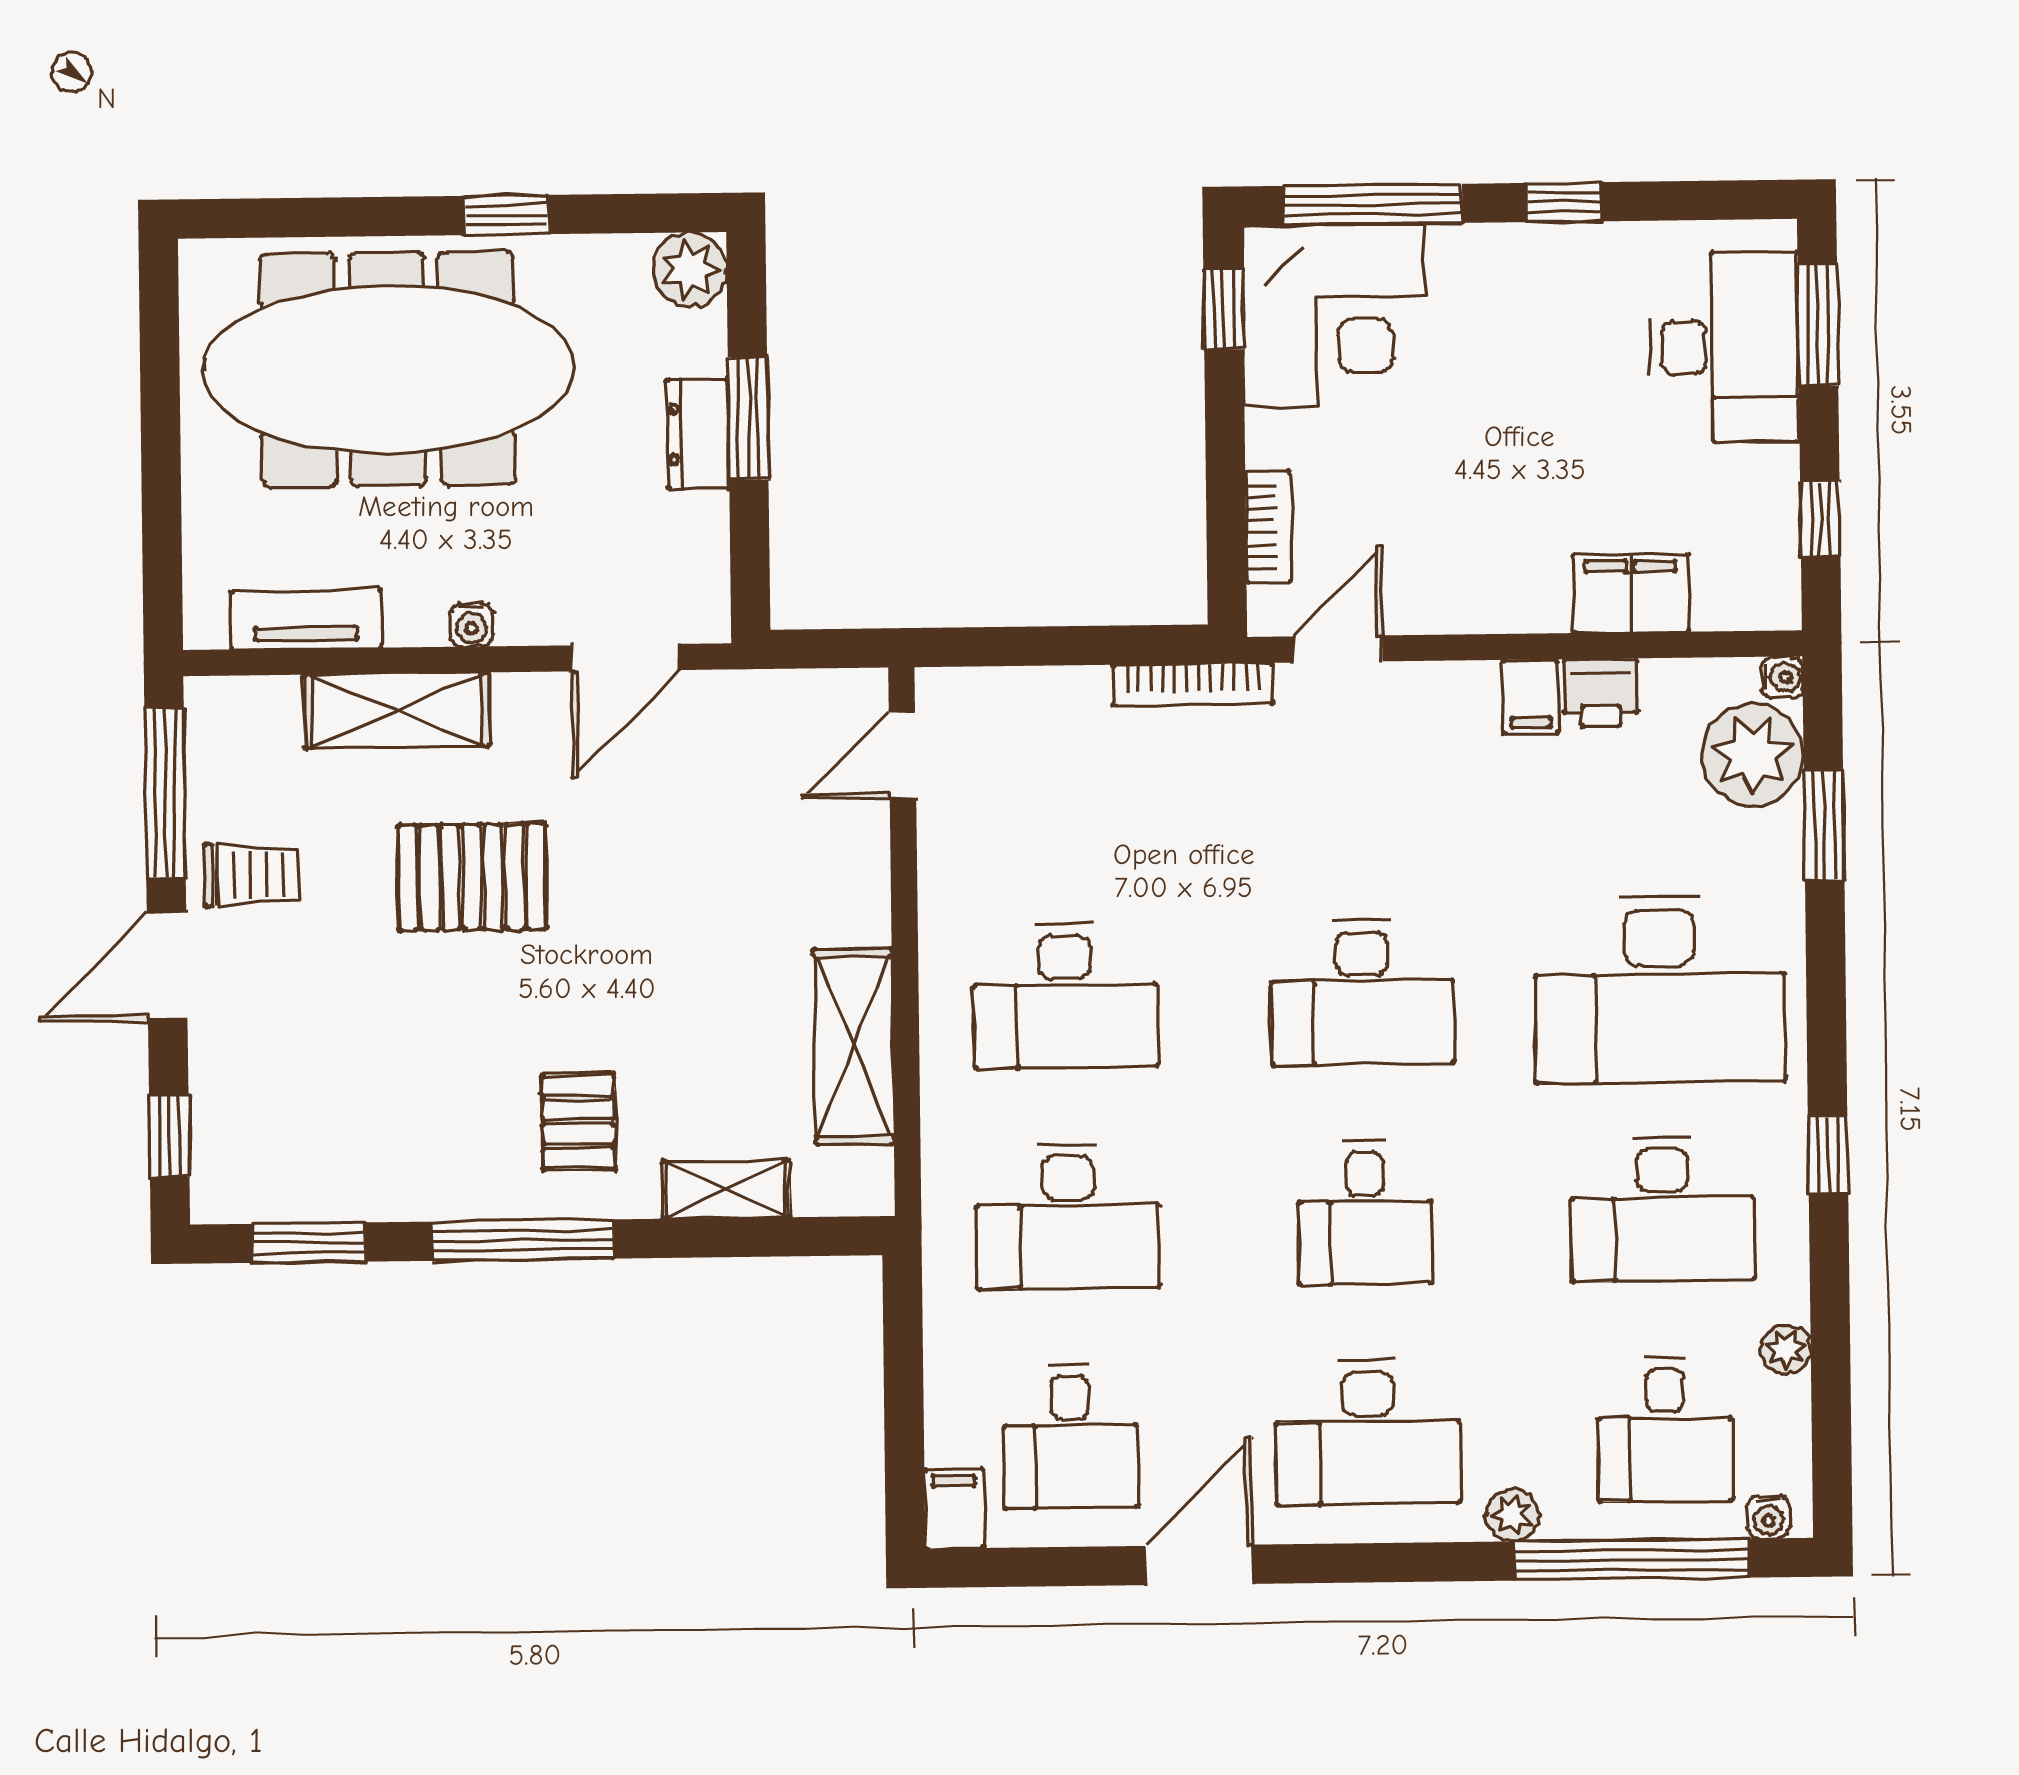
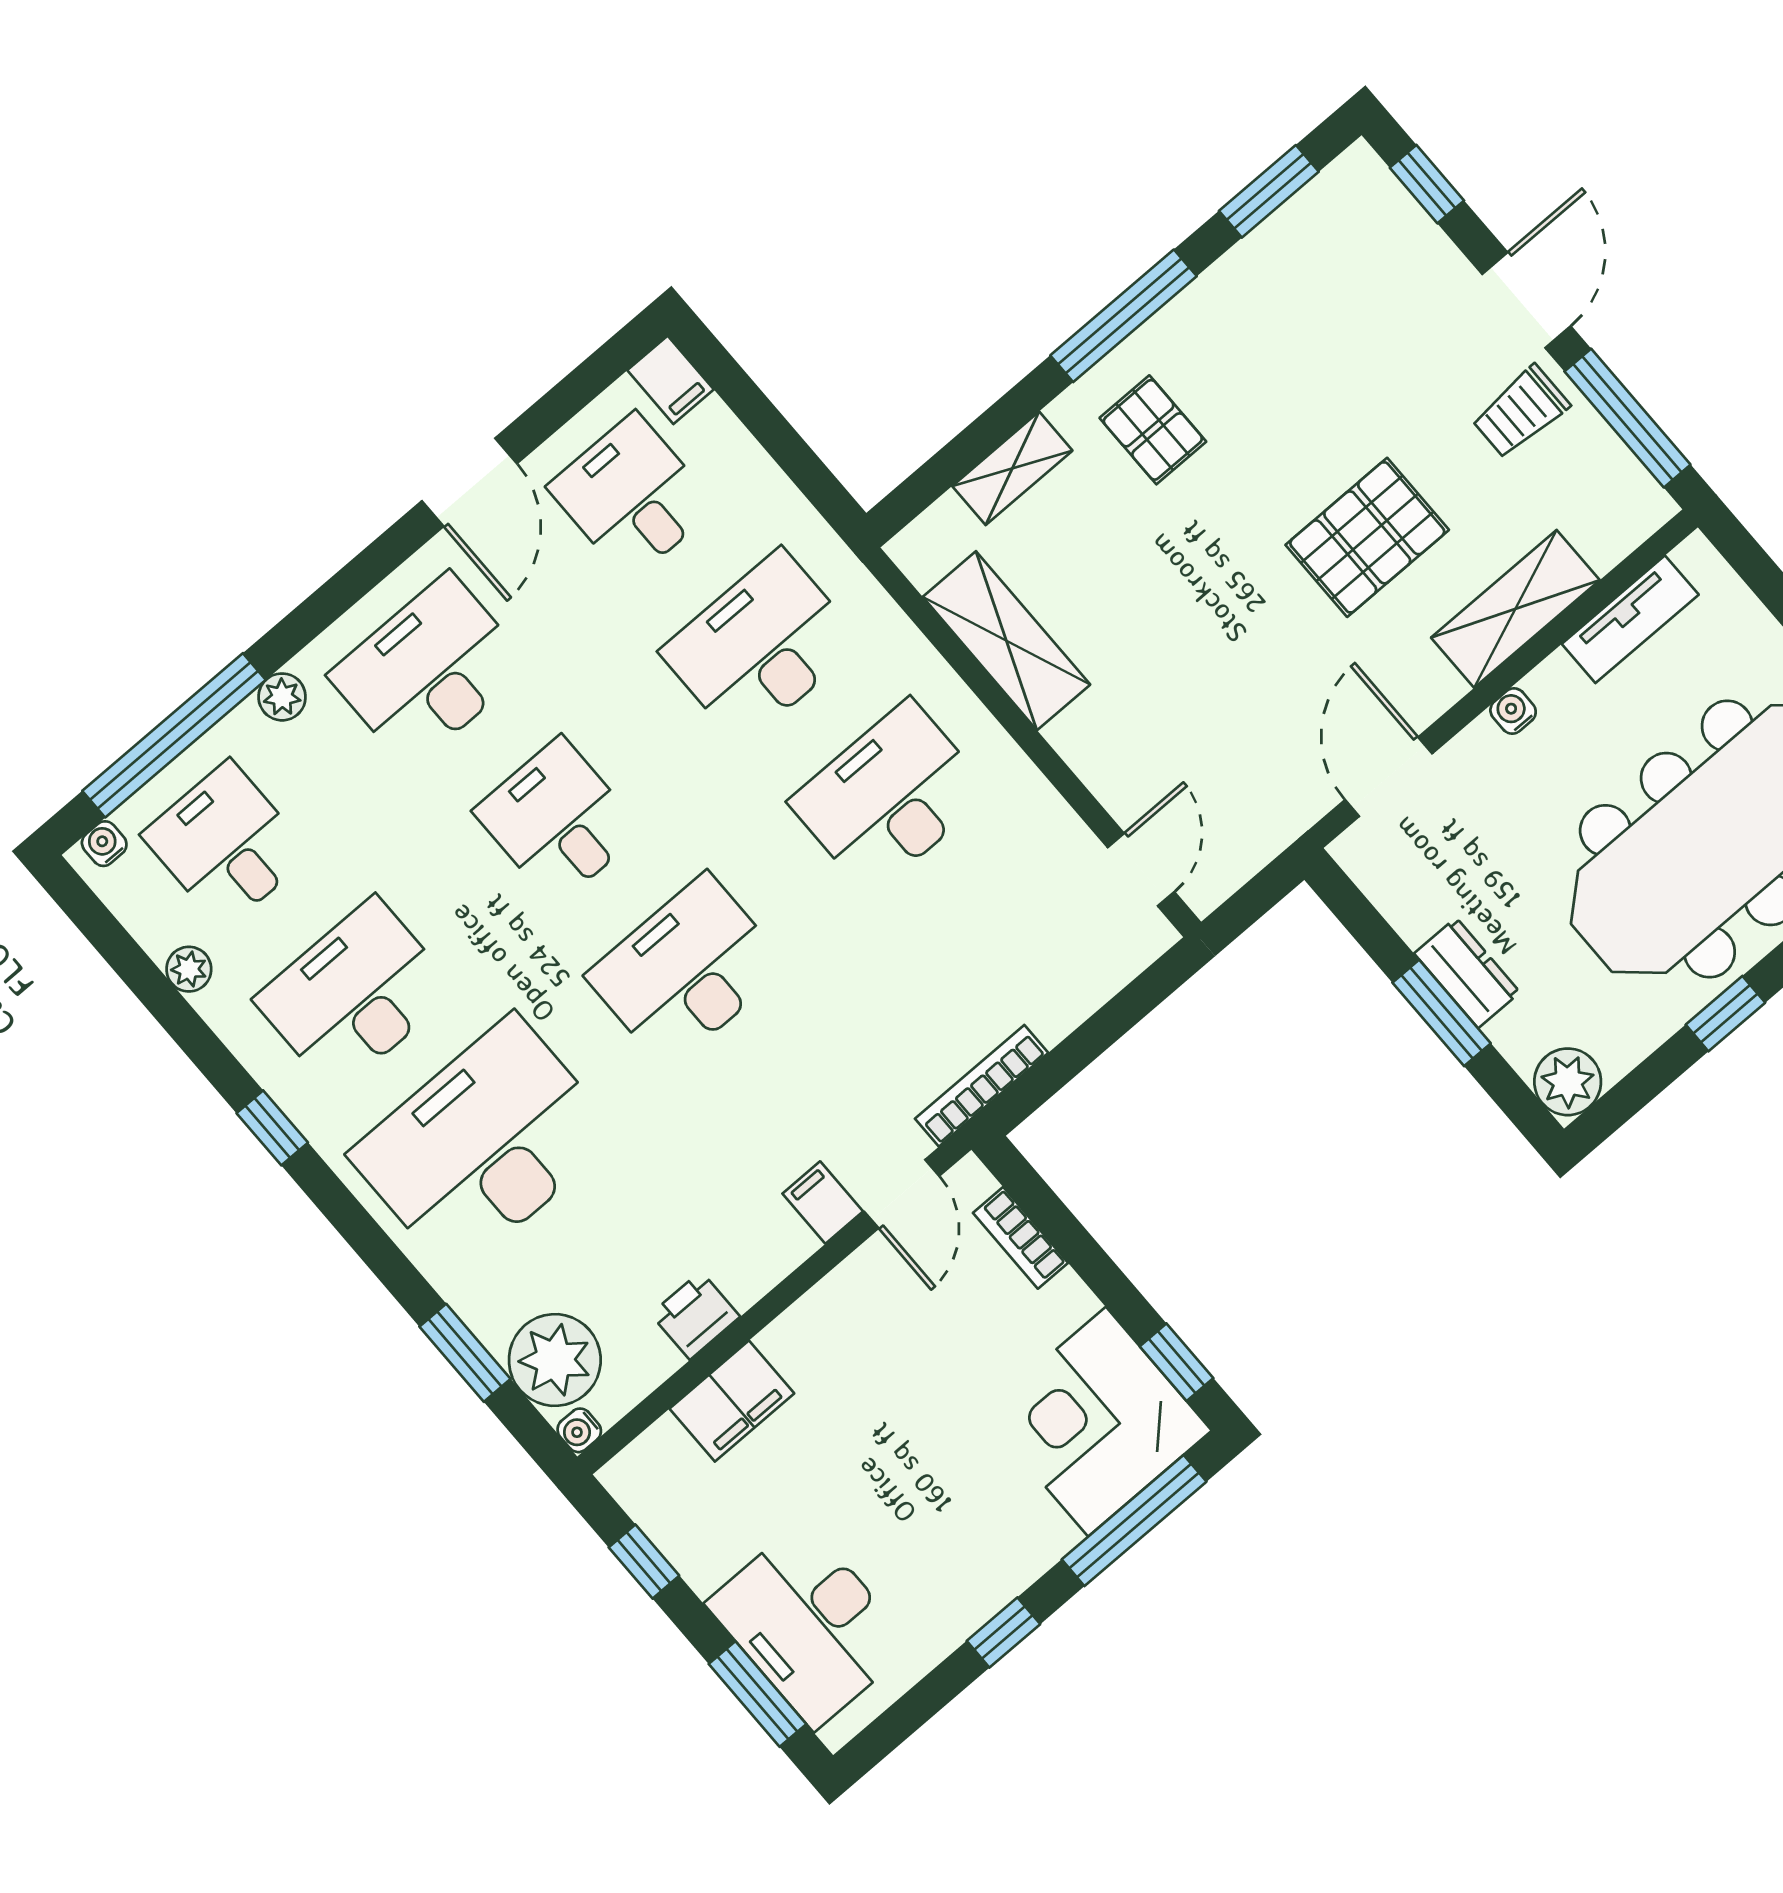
filing cabinet: (1531, 697) -> (823, 1202), moved

